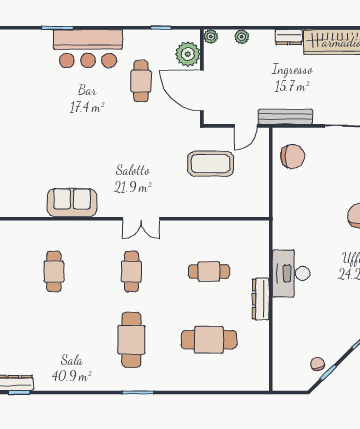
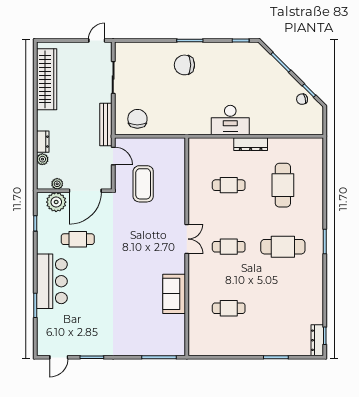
plant: (211, 37) -> (57, 184), moved
dresser: (289, 37) -> (43, 142), moved
cafe table: (209, 271) -> (229, 185), turned 90

